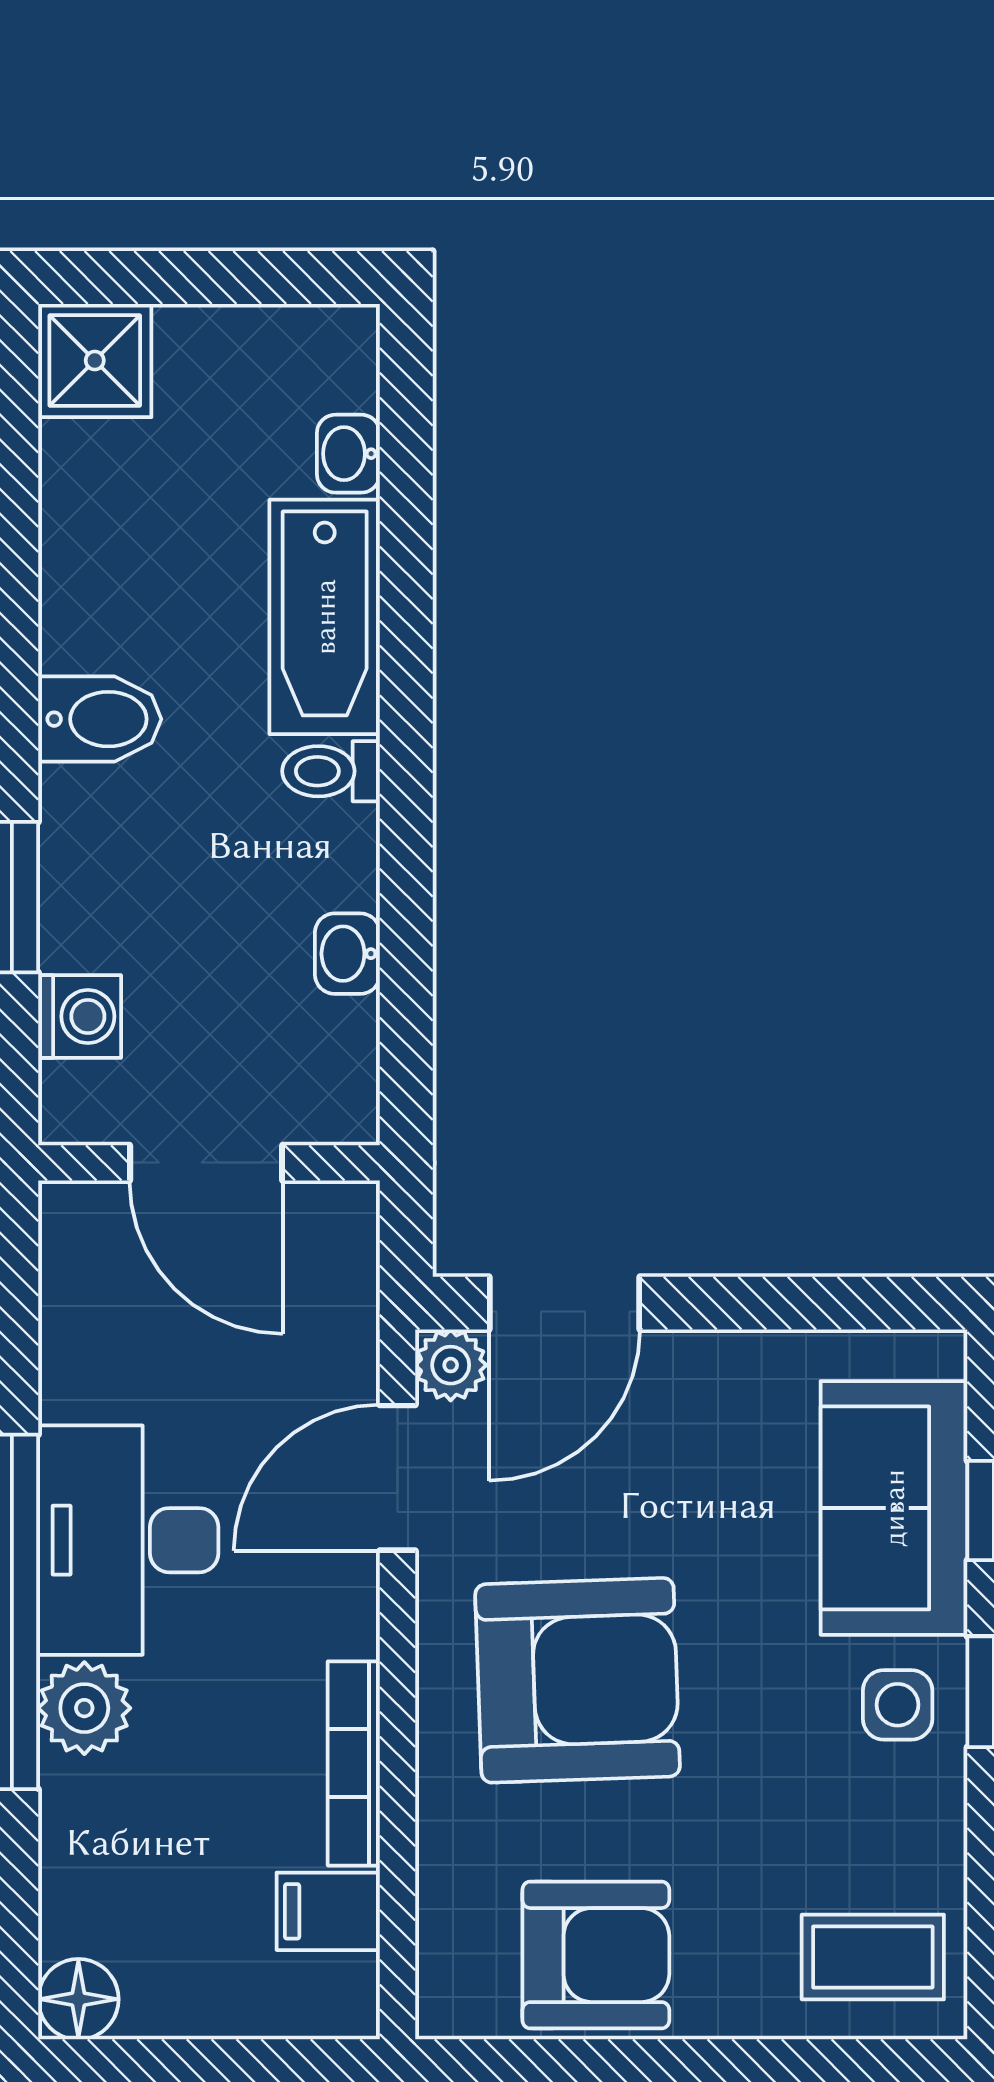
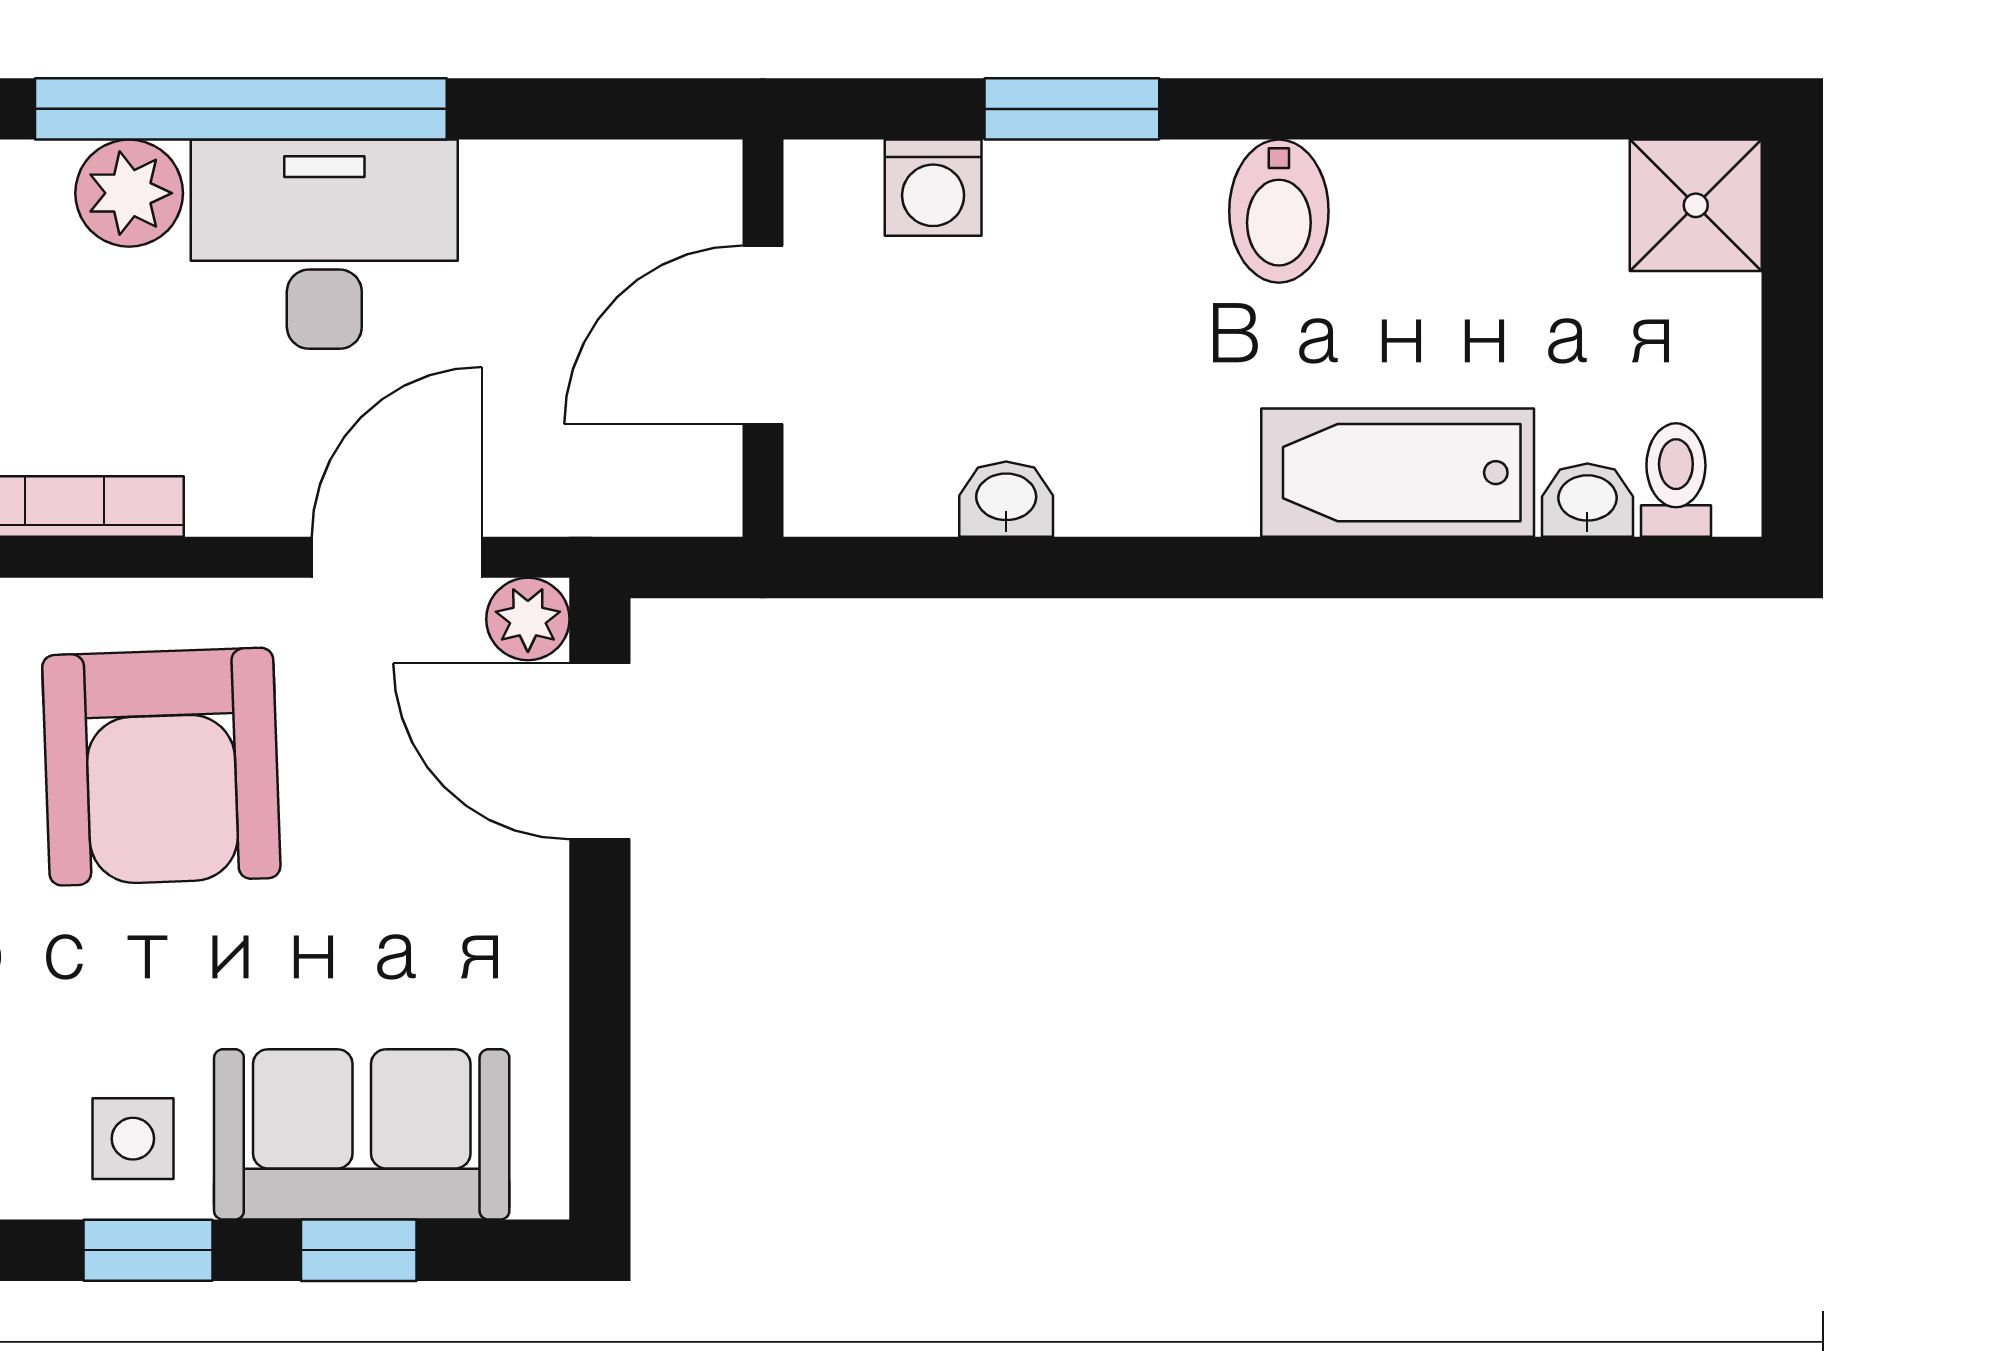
toilet: (331, 771) -> (1676, 480), moved
door: (397, 1478) -> (397, 557), hinge flipped

